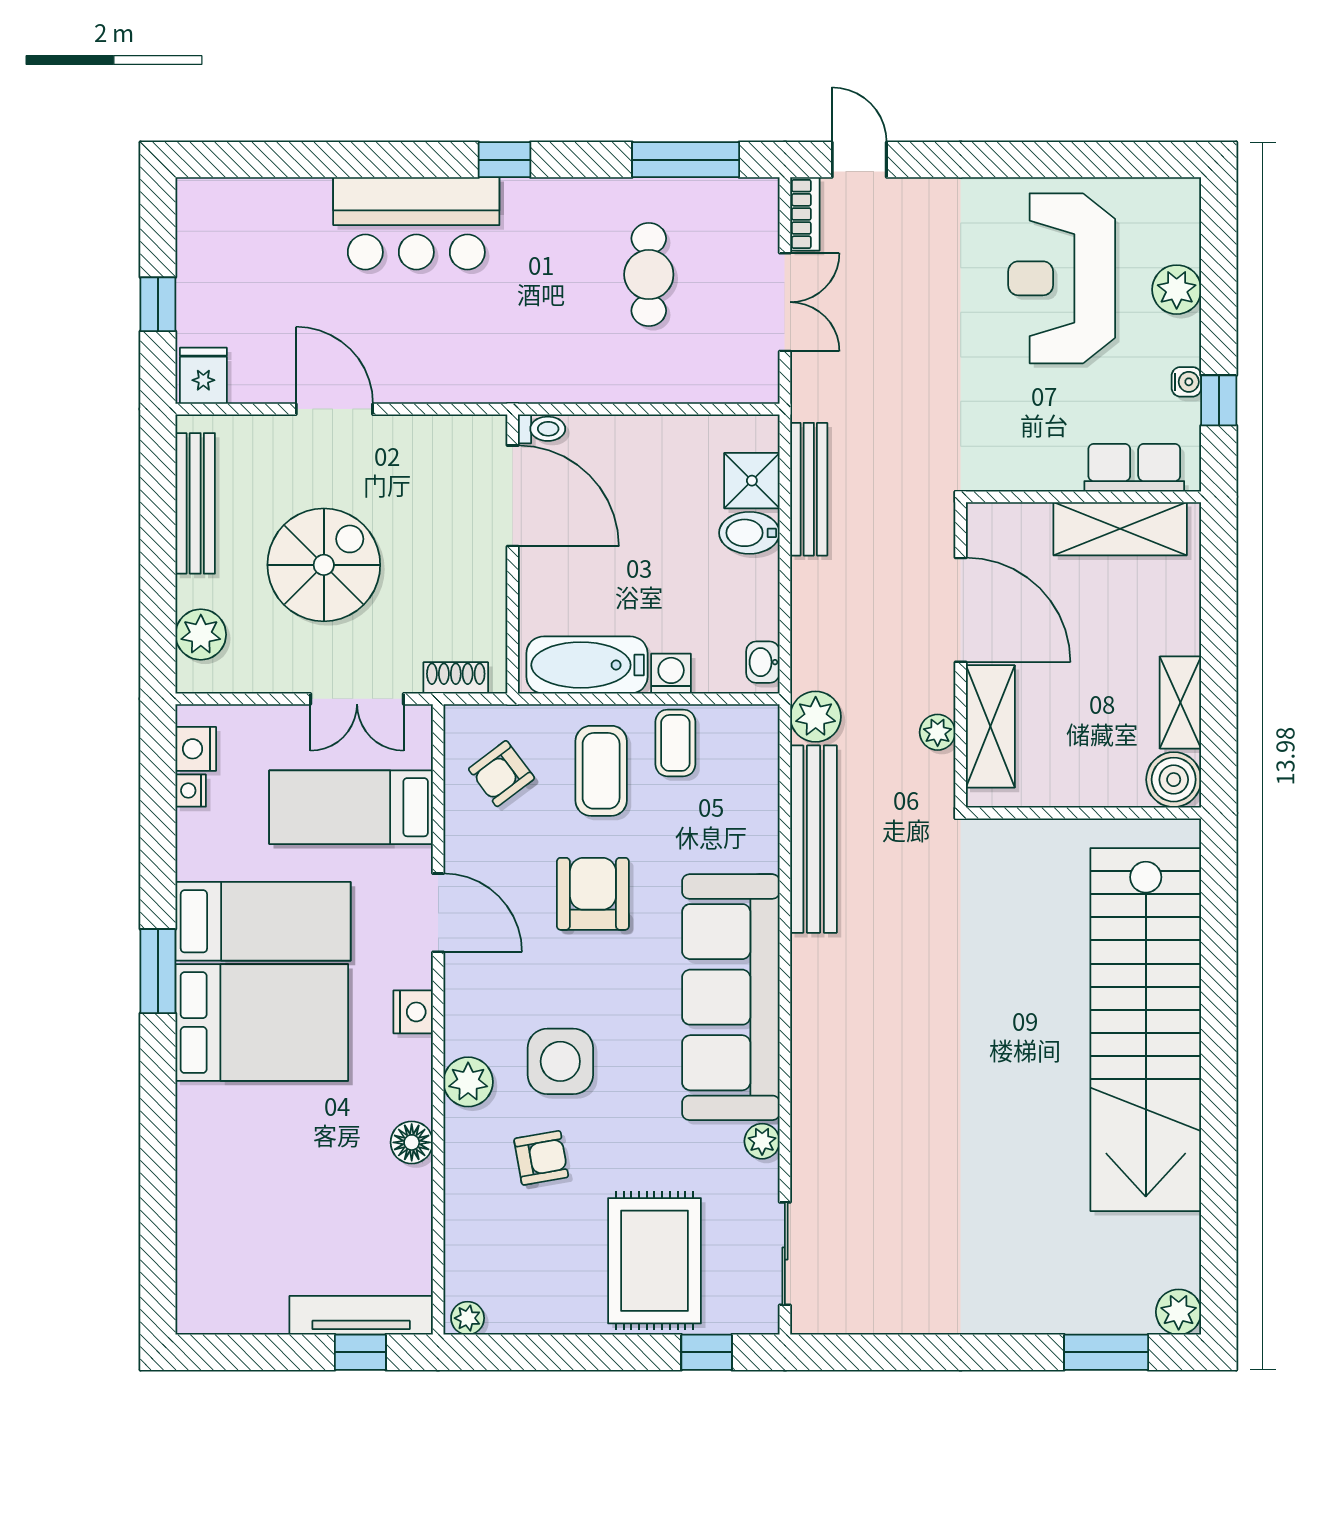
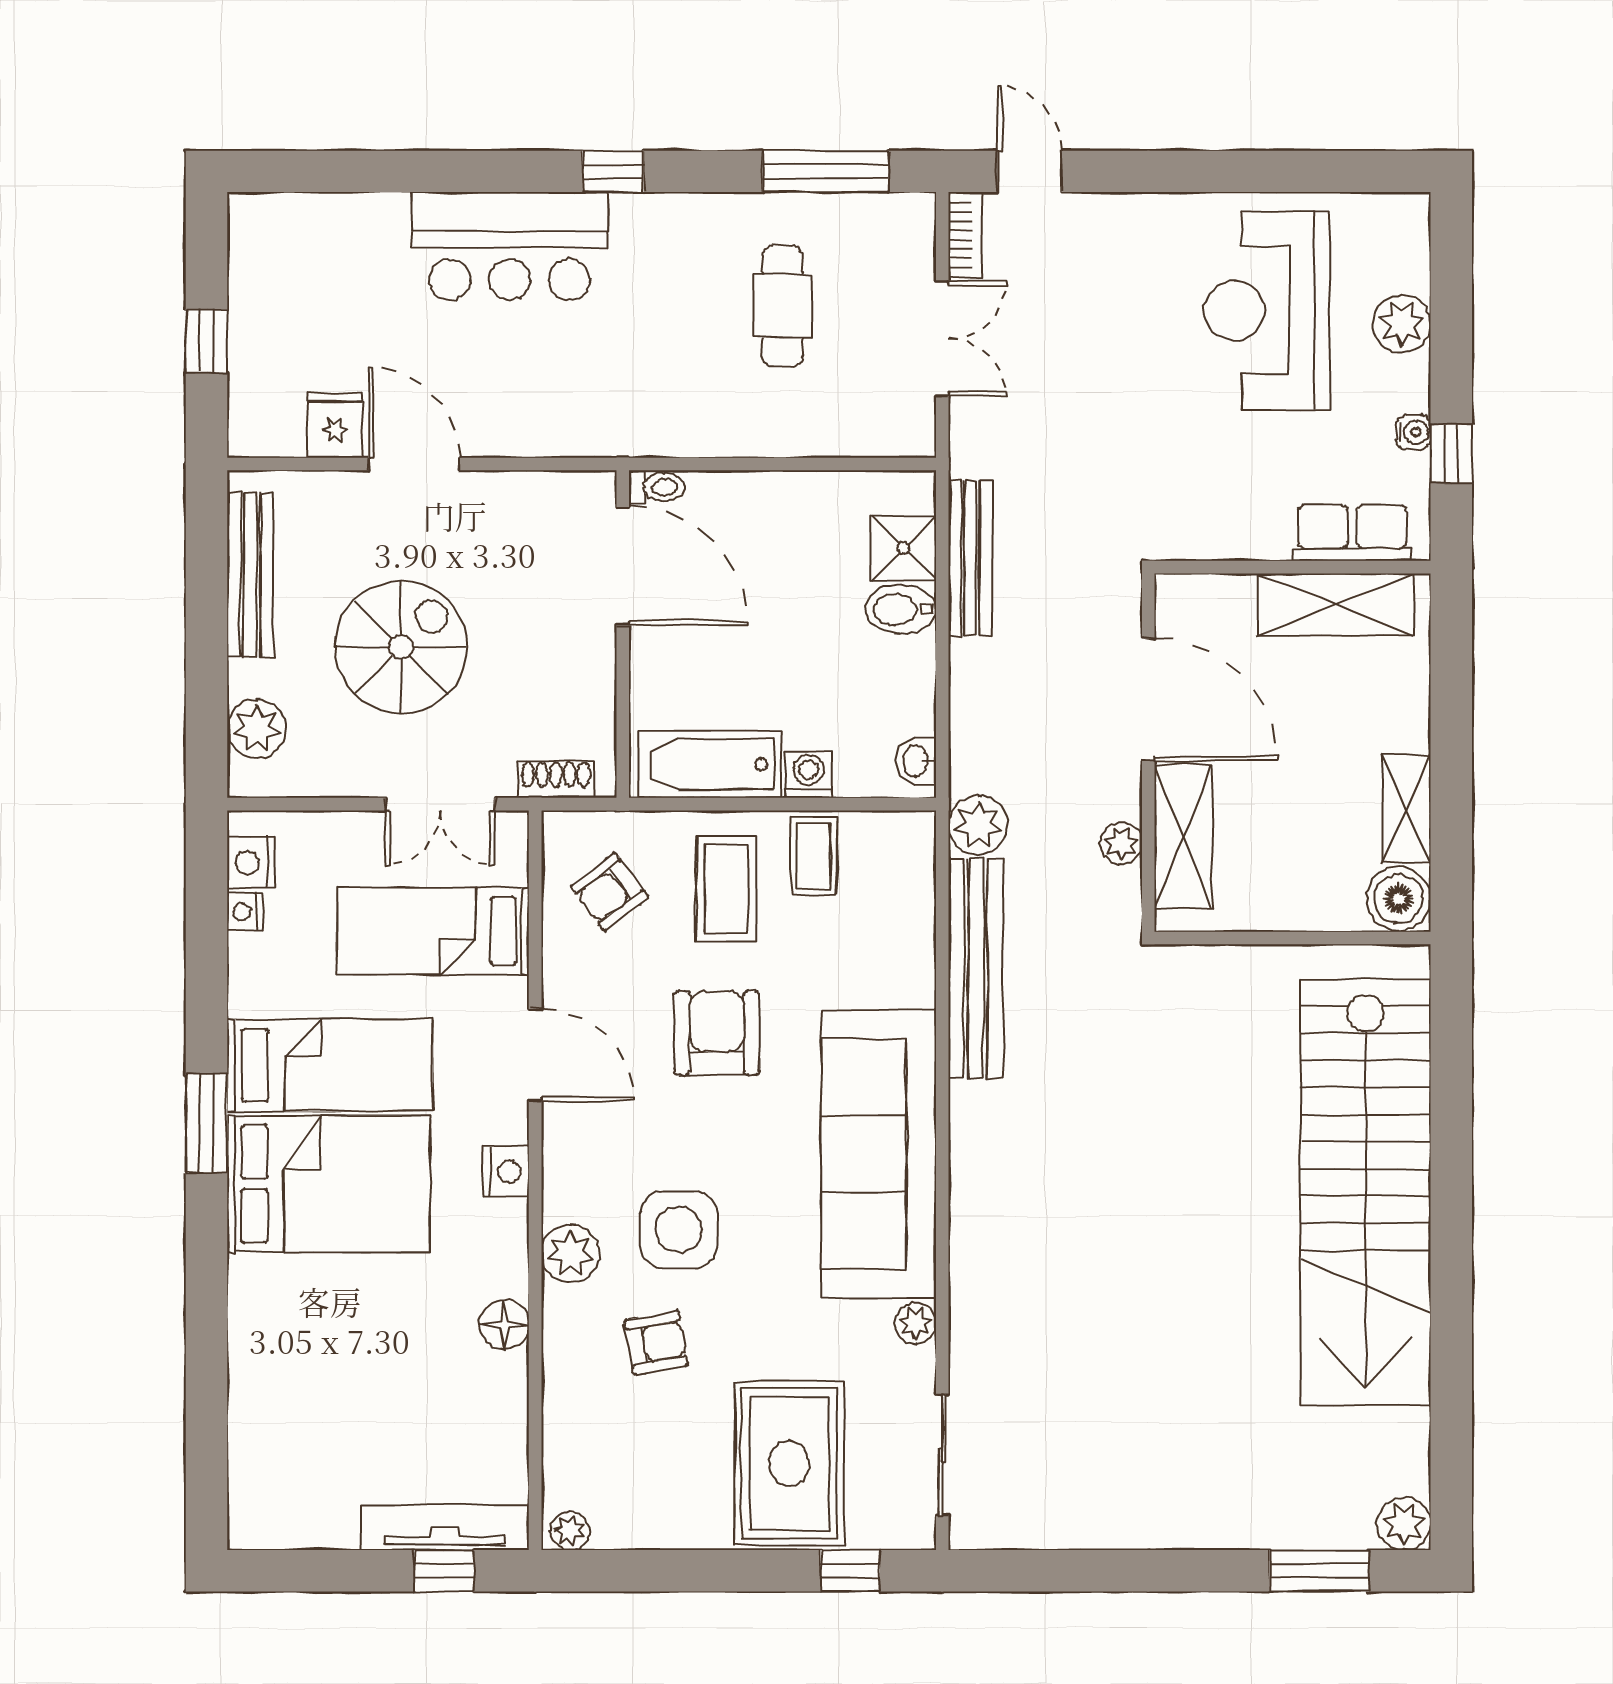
fridge: (203, 376) -> (335, 425), moved

